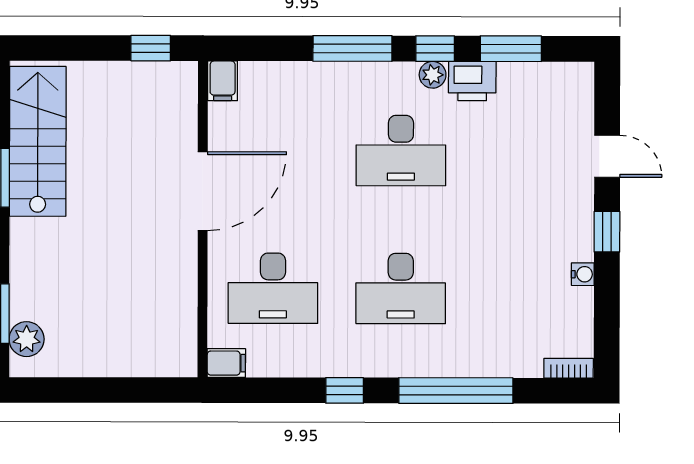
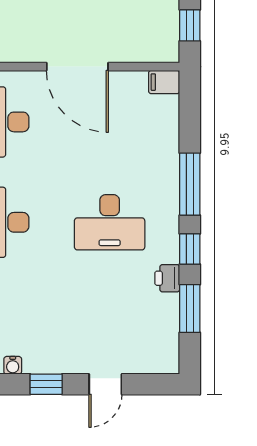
plant: (433, 75) -> (169, 247), removed
printer: (472, 81) -> (167, 278), width x0.73, depth x0.81
desk: (401, 151) -> (110, 222), turned -90

